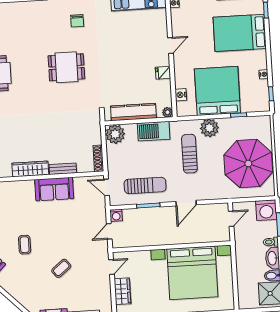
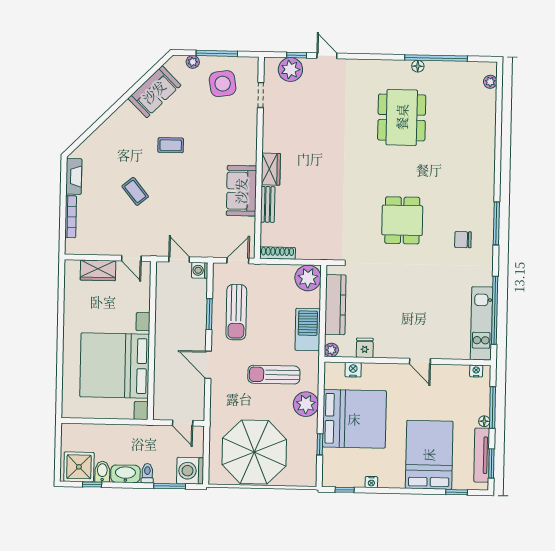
fridge: (163, 73) -> (365, 348), moved
sun lounger: (189, 154) -> (274, 375), turned 180
wardrobe: (30, 169) -> (271, 169), width x0.67

